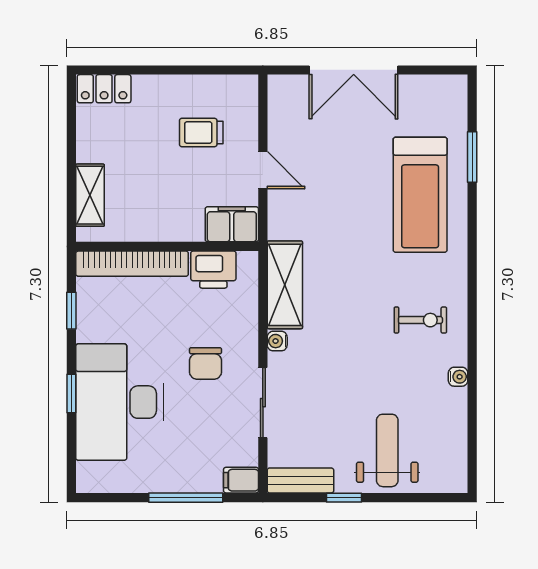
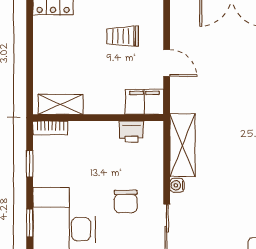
shelving: (90, 195) -> (60, 104), moved, turned 90
bookcase: (132, 264) -> (50, 128), width x0.43, depth x0.76
printer: (213, 270) -> (131, 132), width x0.73, depth x0.81

